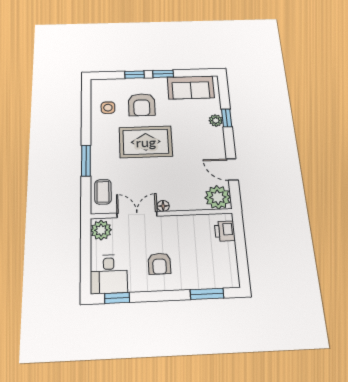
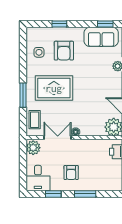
window: (163, 74) -> (105, 24), moved
rug: (146, 142) -> (54, 88), moved
window: (207, 294) -> (85, 194), moved
window: (117, 298) -> (53, 194), moved

